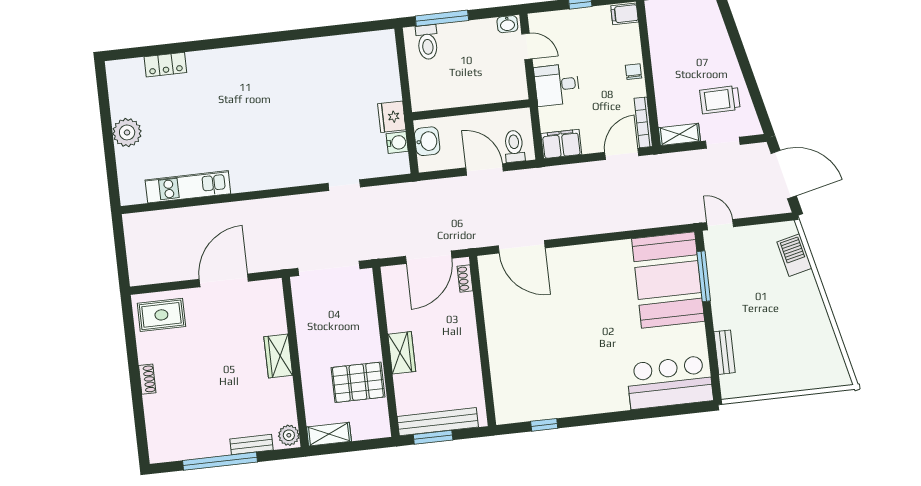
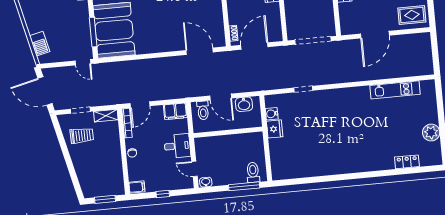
plant: (127, 132) -> (431, 132), moved
washbasin: (427, 141) -> (244, 104), moved, turned -90

